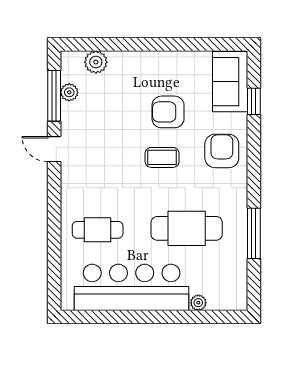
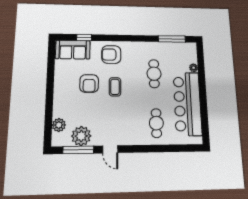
plant: (69, 92) -> (81, 136), width x1.88, depth x1.88
door: (54, 149) -> (110, 149), hinge flipped
cafe table: (187, 228) -> (154, 74), width x0.73, depth x0.74
window: (254, 233) -> (172, 39), moved

